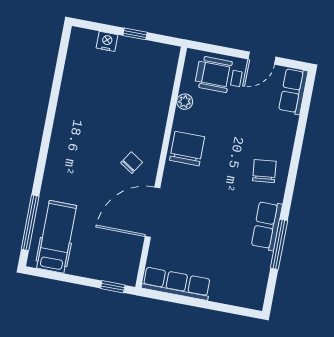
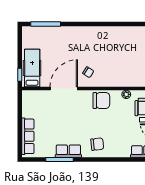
door: (153, 212) -> (64, 89), hinge flipped
hospital bed: (57, 237) -> (32, 68), moved, turned -90
row of seats: (176, 284) -> (28, 136), moved

